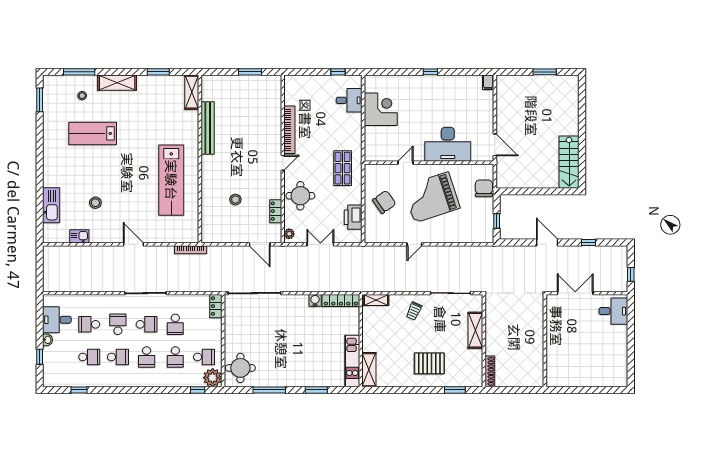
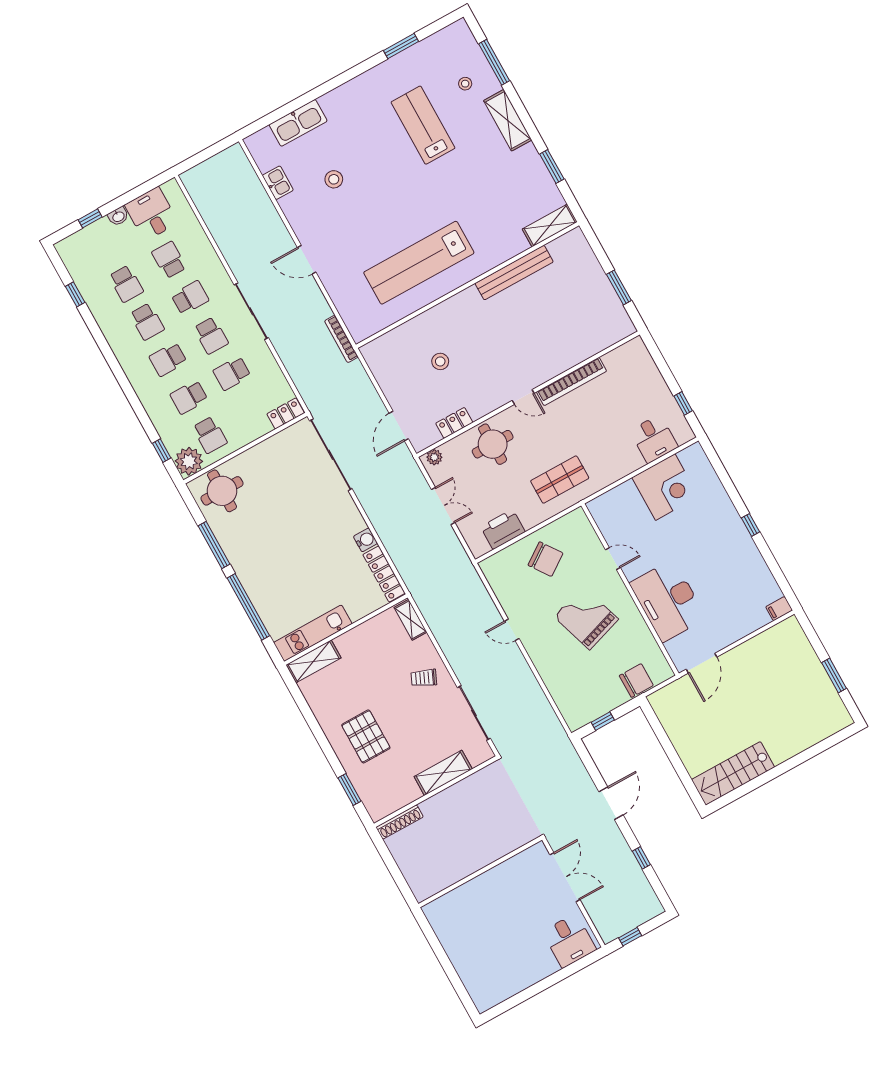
window: (40, 100) -> (401, 46), moved
grand piano: (431, 197) -> (586, 618), width x0.73, depth x0.68
door: (133, 244) -> (307, 260), swing flipped
window: (316, 390) -> (248, 607), width x2.11

